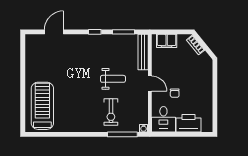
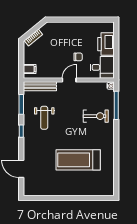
filing cabinet: (167, 41) -> (30, 69), width x0.50
weight bench: (113, 79) -> (44, 118), moved, turned 180
treadmill: (42, 106) -> (78, 160), moved

